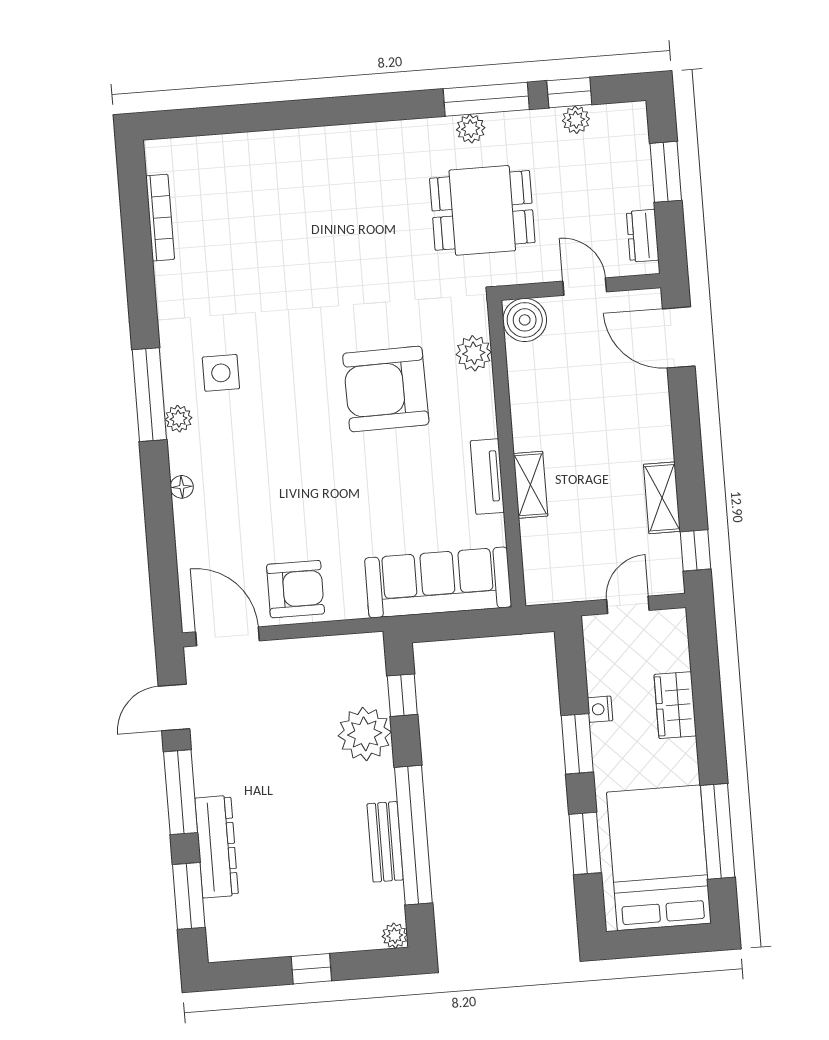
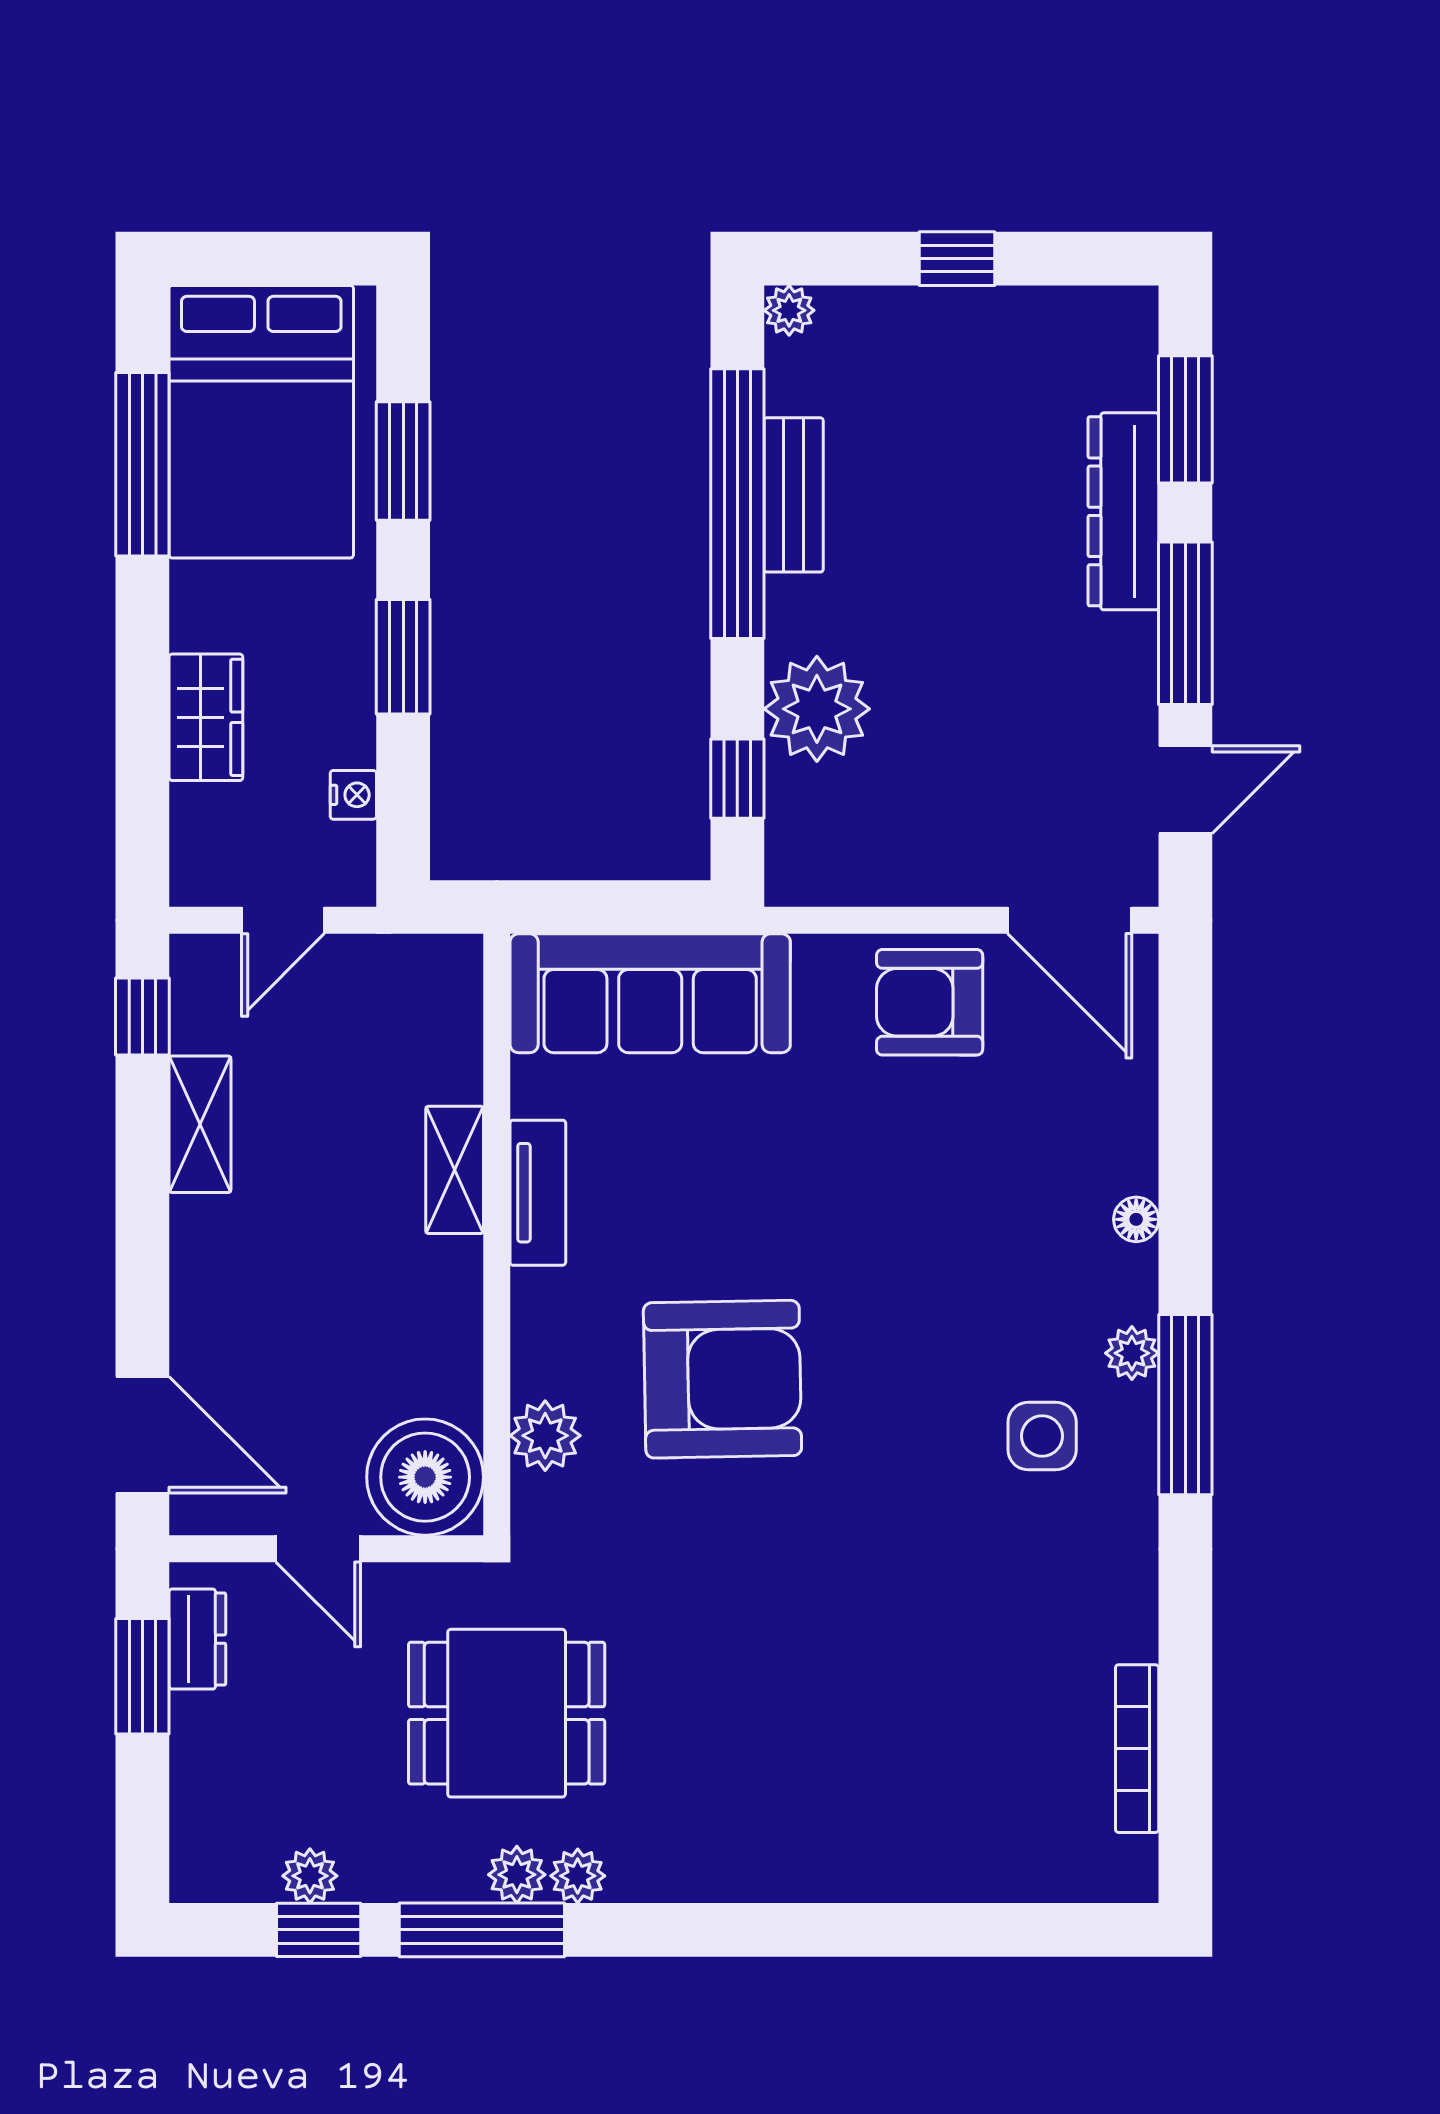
plant: (440, 130) -> (578, 1876), added
window: (666, 172) -> (142, 1676), moved
boiler: (525, 320) -> (425, 1477), width x1.37, depth x1.37
nightstand: (600, 709) -> (353, 795), moved

